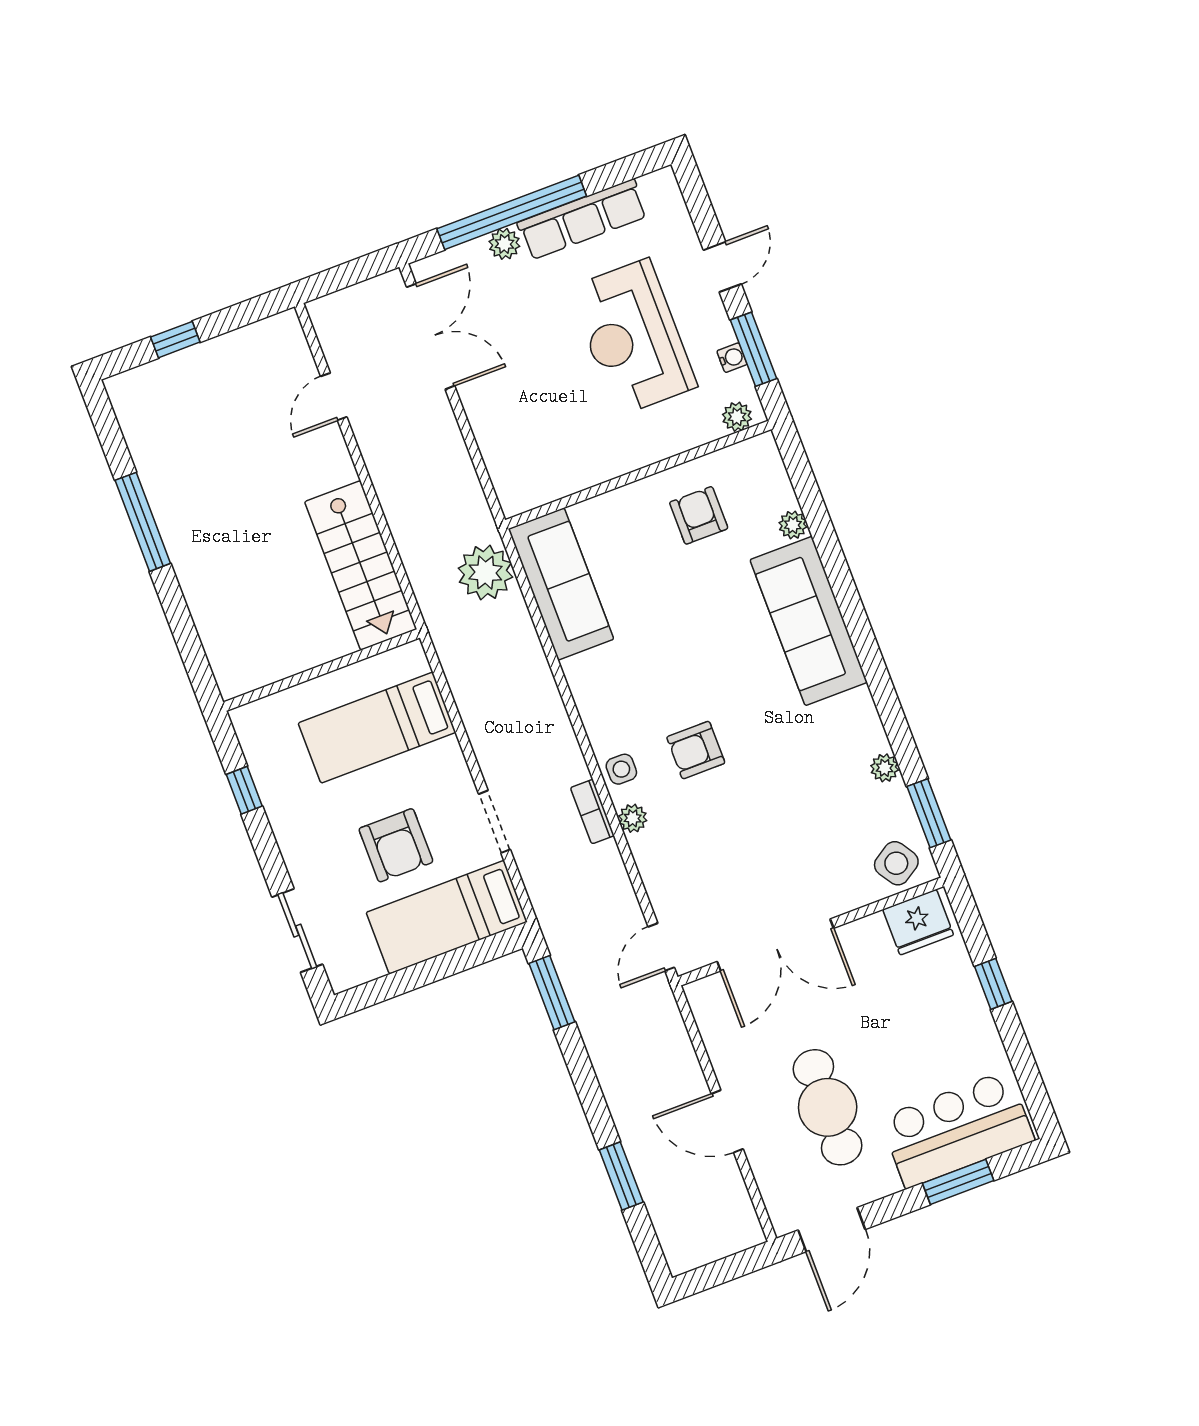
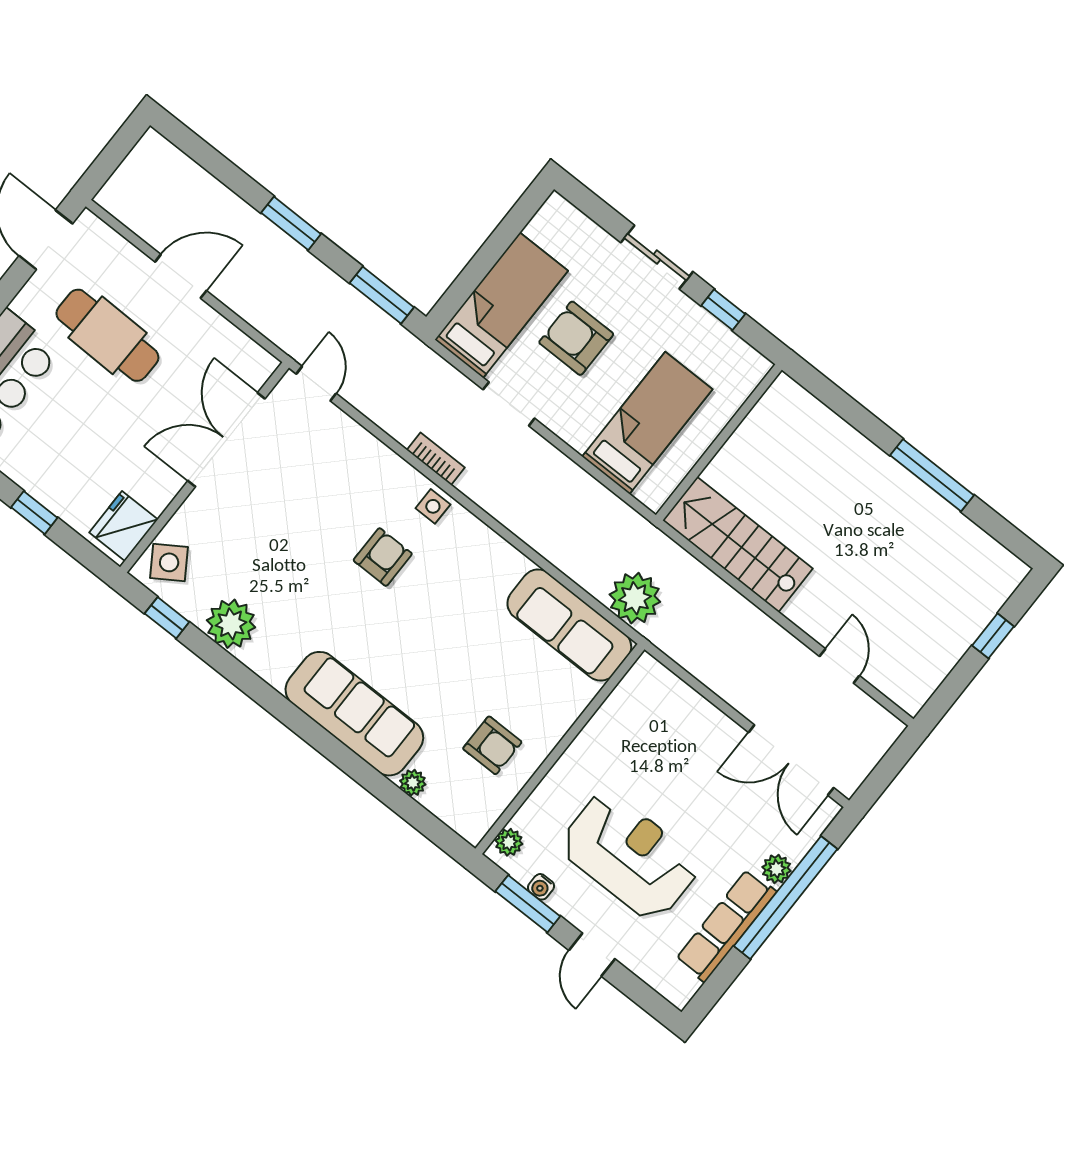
plant: (885, 768) -> (231, 624), width x1.88, depth x1.88
window: (929, 813) -> (167, 618), width x0.67
plant: (633, 818) -> (400, 473), removed
sliding door: (297, 931) -> (657, 257), moved
window: (621, 1176) -> (291, 223), moved

